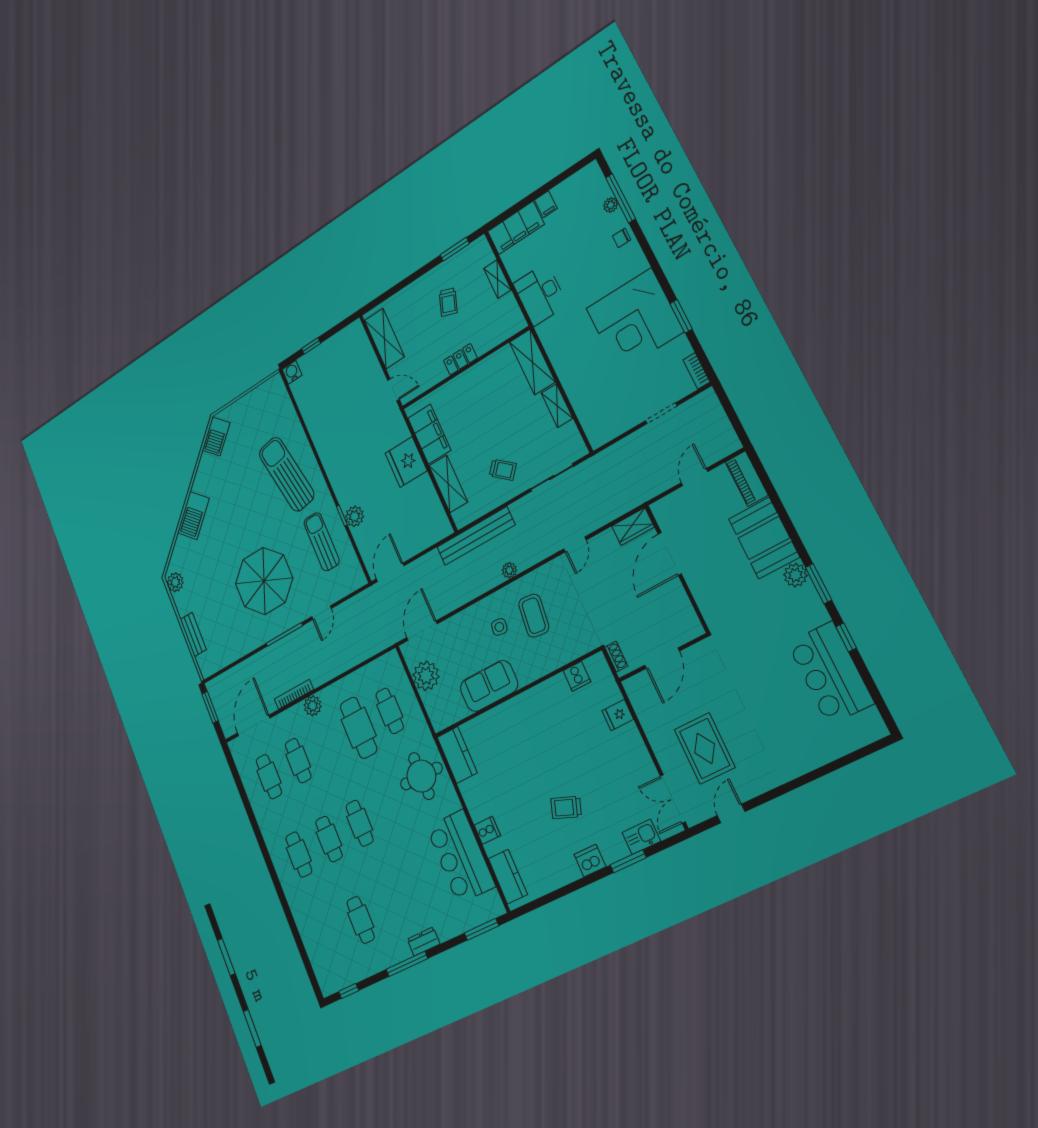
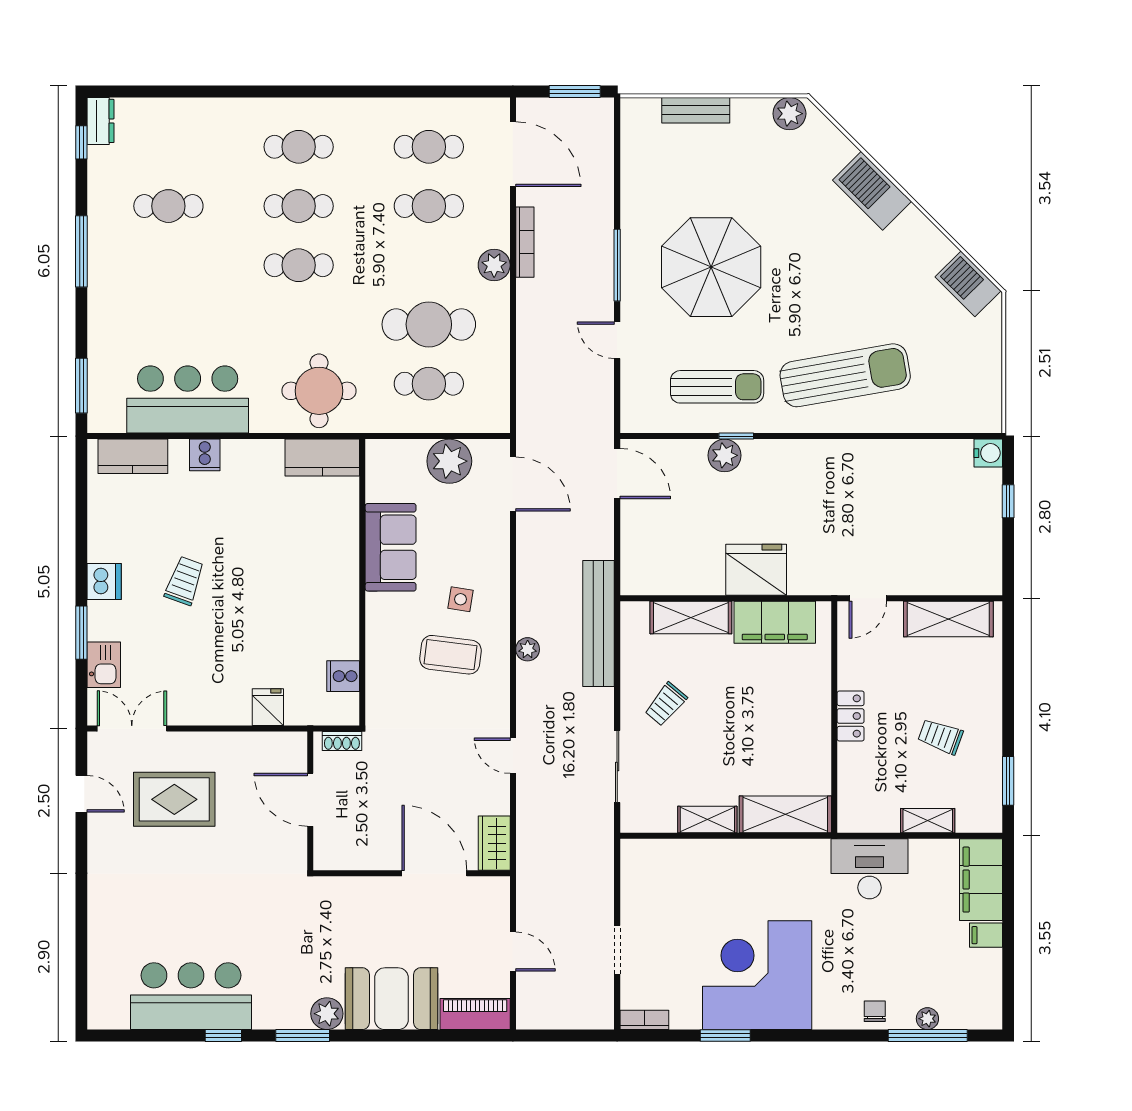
dresser: (424, 942) -> (101, 121), moved

